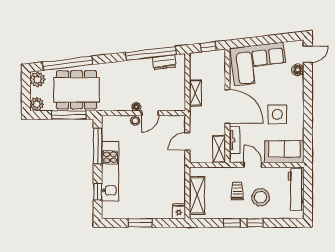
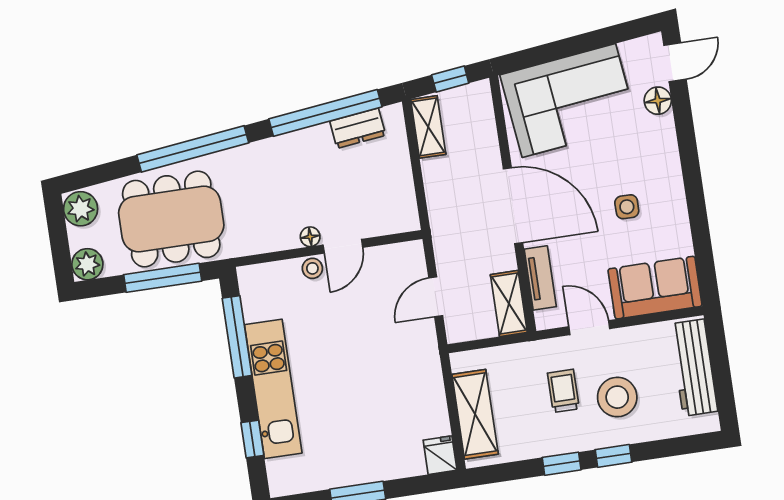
window: (67, 63) -> (193, 149), moved
shelving: (195, 93) -> (428, 127), moved
side table: (277, 114) -> (627, 207), width x0.54, depth x0.54

